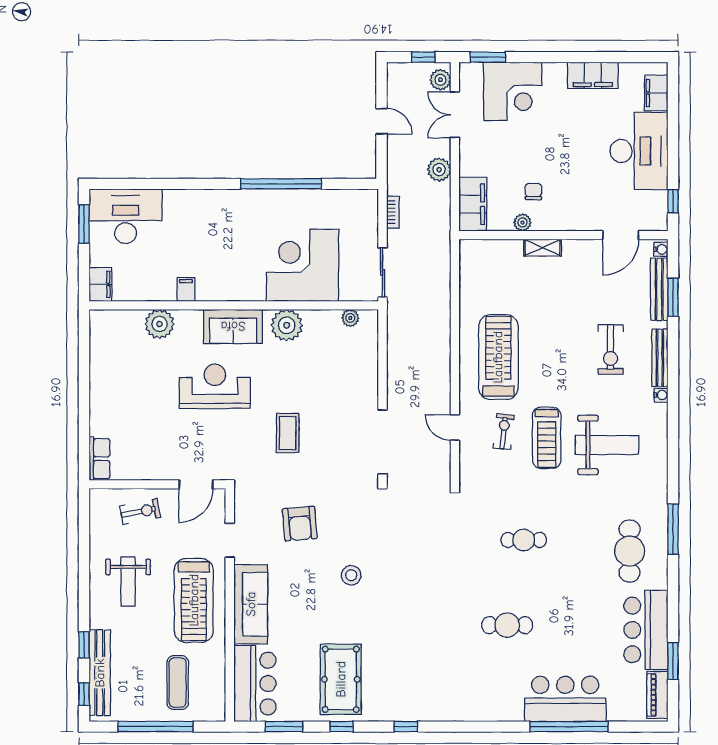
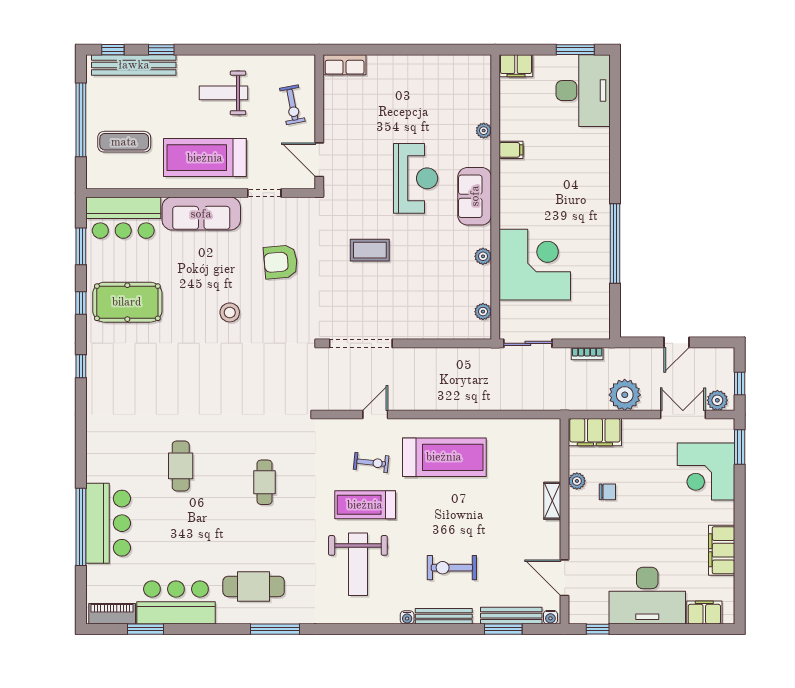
plant: (439, 170) -> (625, 395), width x1.36, depth x1.36
plant: (160, 324) -> (484, 131), width x0.53, depth x0.53
plant: (287, 325) -> (483, 256), width x0.53, depth x0.53

